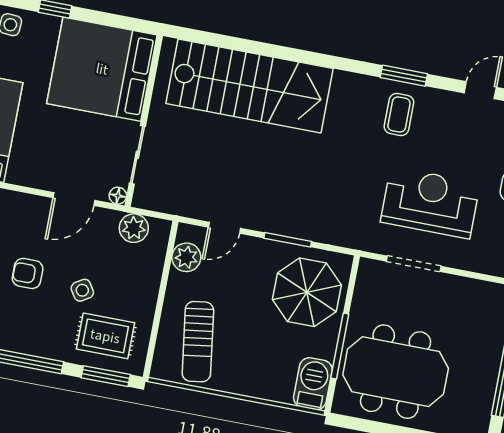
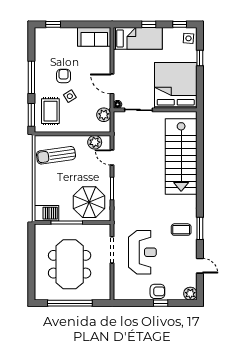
armchair: (28, 273) -> (64, 76), moved
meeting table: (396, 372) -> (70, 264), moved

